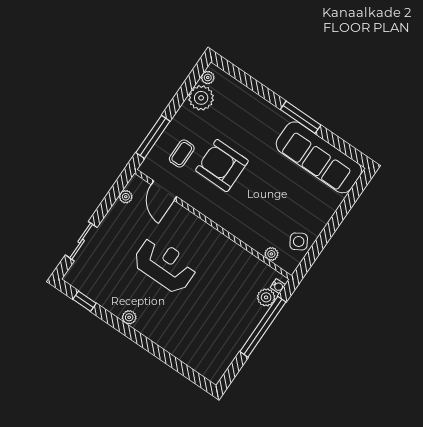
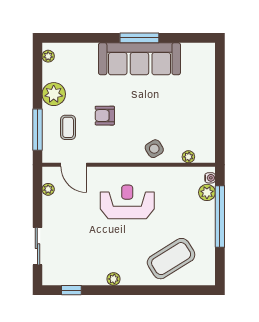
plant: (201, 98) -> (54, 94), moved
sofa: (319, 157) -> (139, 59), moved
armchair: (222, 166) -> (105, 116), width x0.53, depth x0.53
side table: (299, 241) -> (154, 149), moved
reception desk: (165, 265) -> (127, 202), moved
coffee table: (193, 334) -> (171, 259), added

